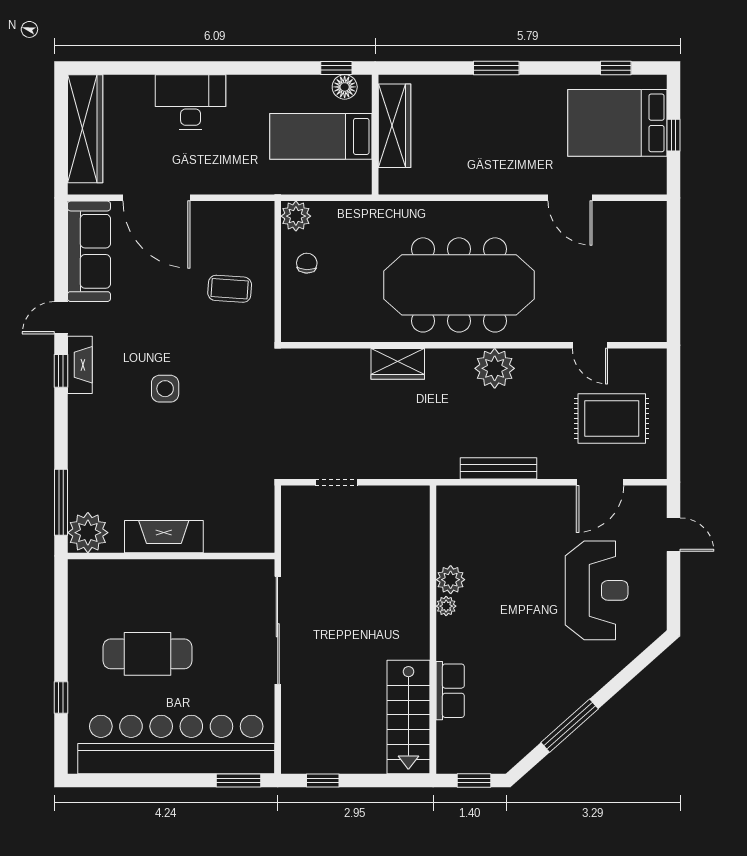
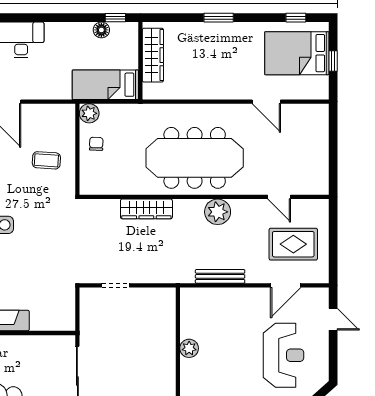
floor lamp: (345, 87) -> (101, 30), moved
bed: (321, 136) -> (105, 85), moved
wardrobe: (398, 364) -> (146, 209), width x1.50
plant: (446, 606) -> (186, 365), removed

